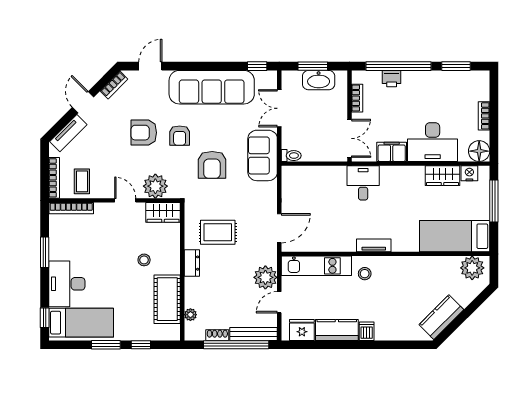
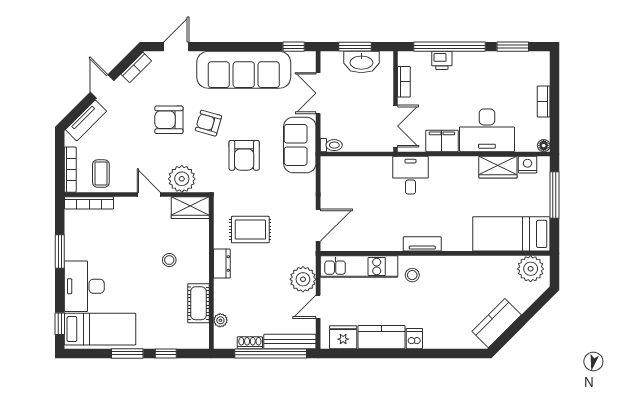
armchair: (180, 136) -> (208, 123), turned 106
floor lamp: (479, 151) -> (544, 146), width x0.53, depth x0.53
cot: (167, 299) -> (198, 303), width x0.73, depth x0.75

